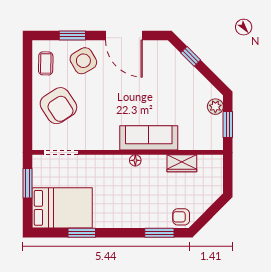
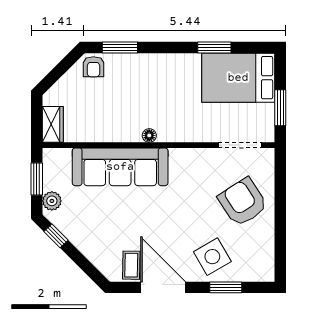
window: (191, 56) -> (56, 236), moved
coffee table: (46, 63) -> (131, 265), moved
sofa: (149, 138) -> (120, 167), width x1.36, depth x1.27
wardrobe: (182, 163) -> (53, 124), moved, turned 90
armchair: (181, 217) -> (93, 67), turned 90

